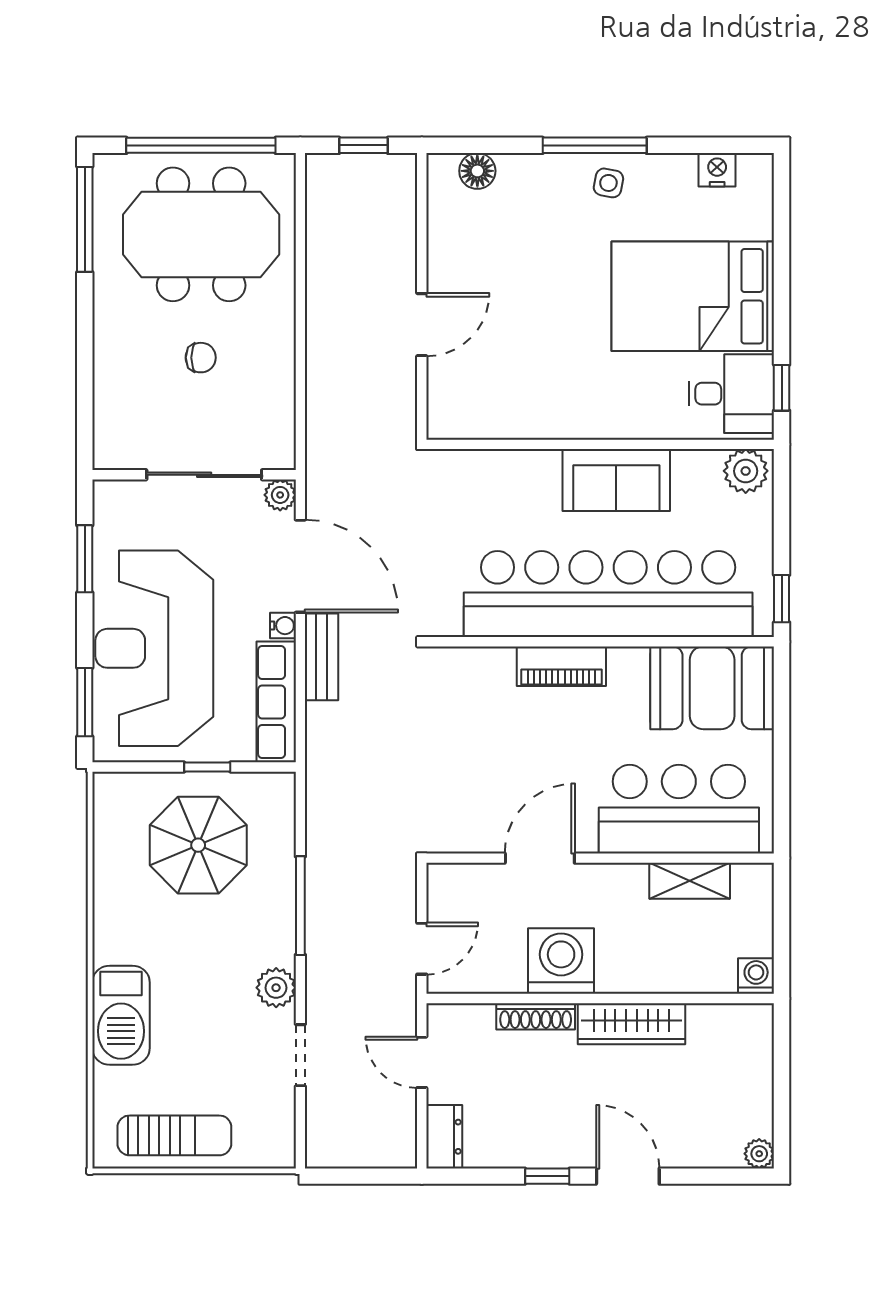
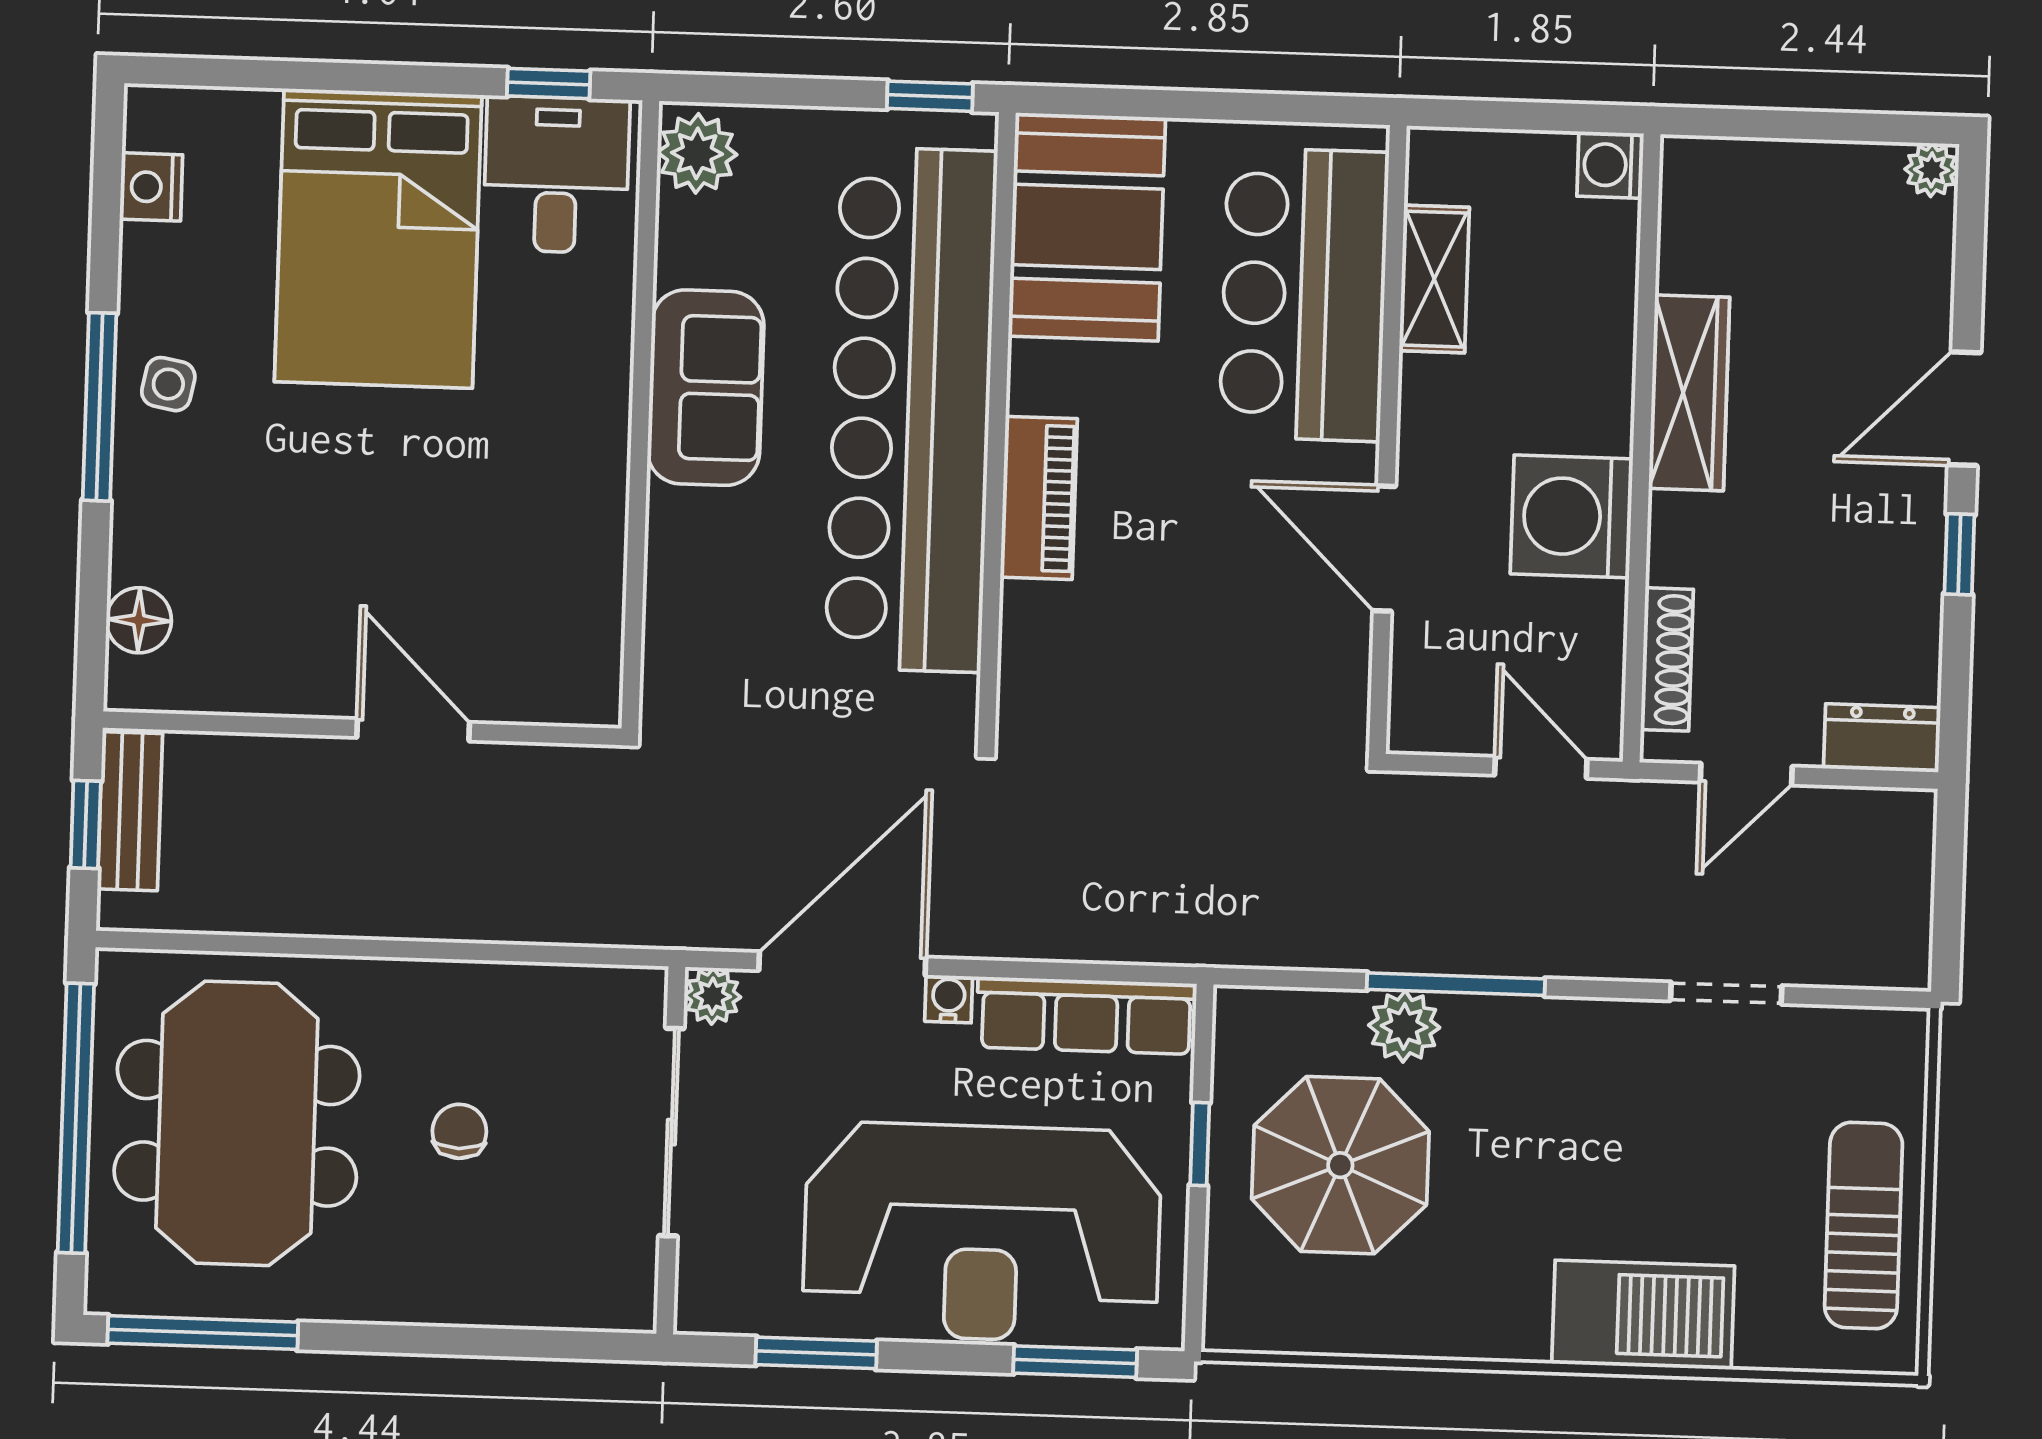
bench: (321, 657) -> (130, 811), moved, turned 90
plant: (276, 988) -> (1404, 1026), moved
shoe rack: (536, 1016) -> (1667, 659), moved

